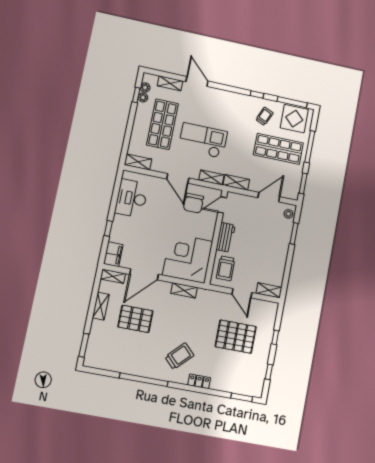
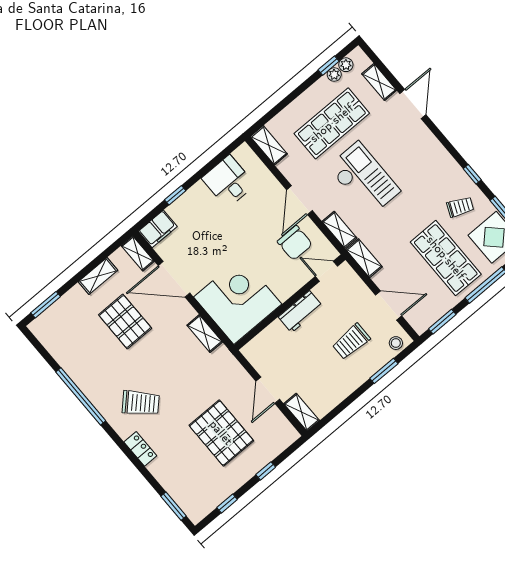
desk: (131, 198) -> (228, 181), width x0.73
chair: (193, 203) -> (295, 243), turned -90
trolley: (226, 268) -> (351, 341), moved

